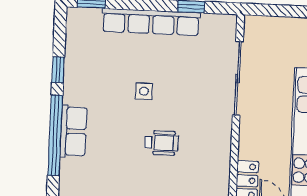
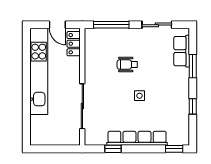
row of seats: (73, 131) -> (182, 51), moved
window: (55, 135) -> (193, 66), width x0.47

